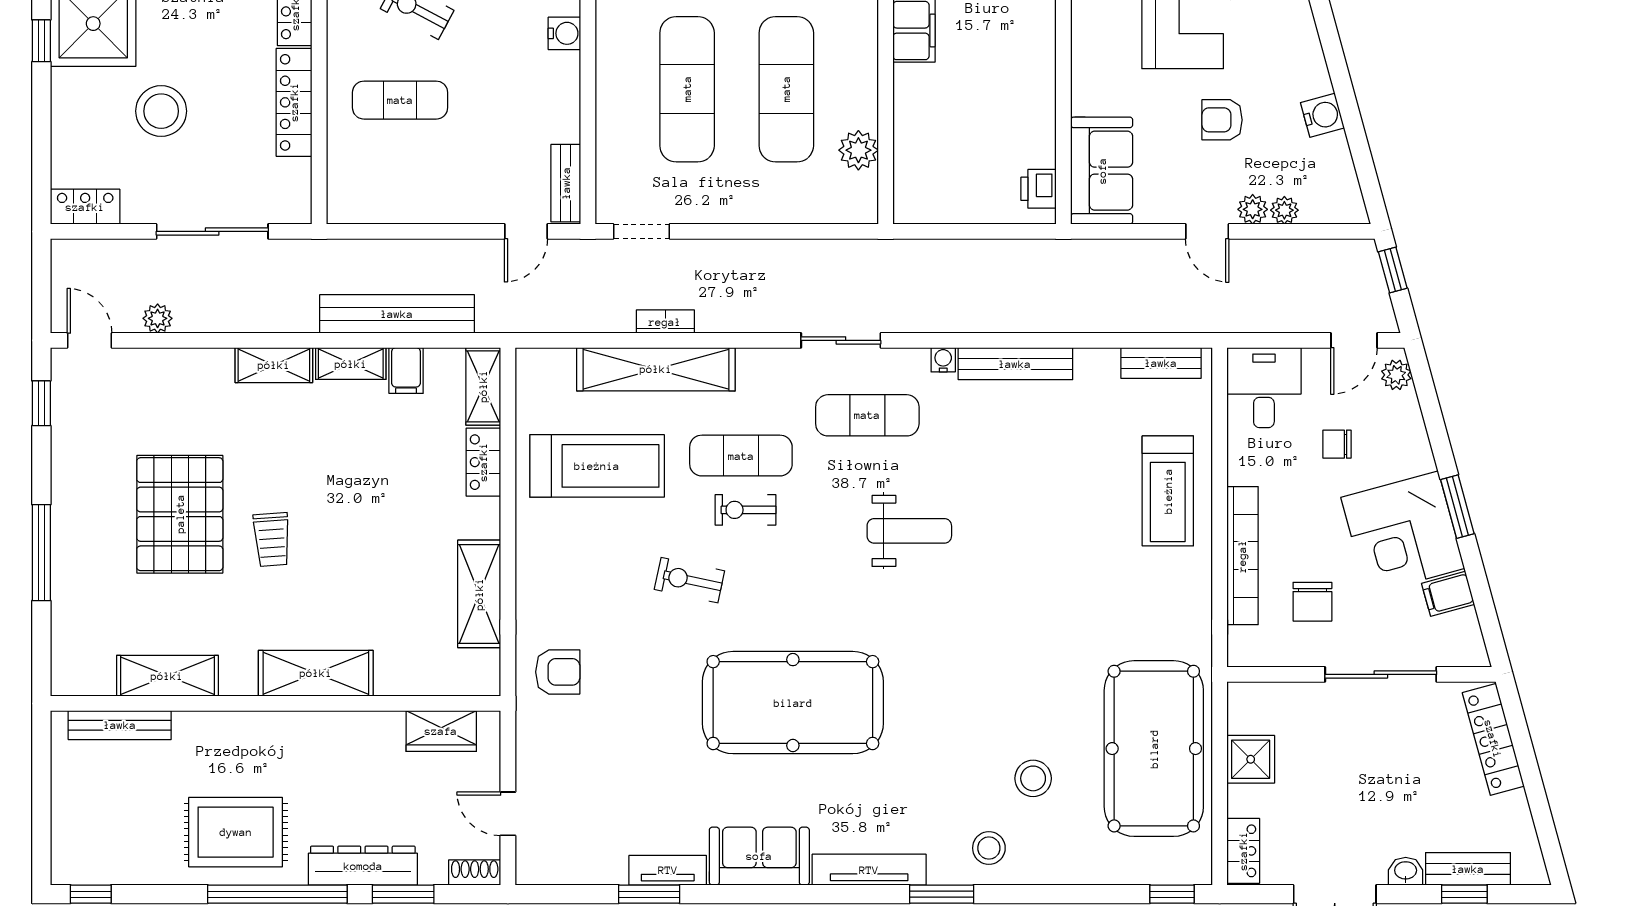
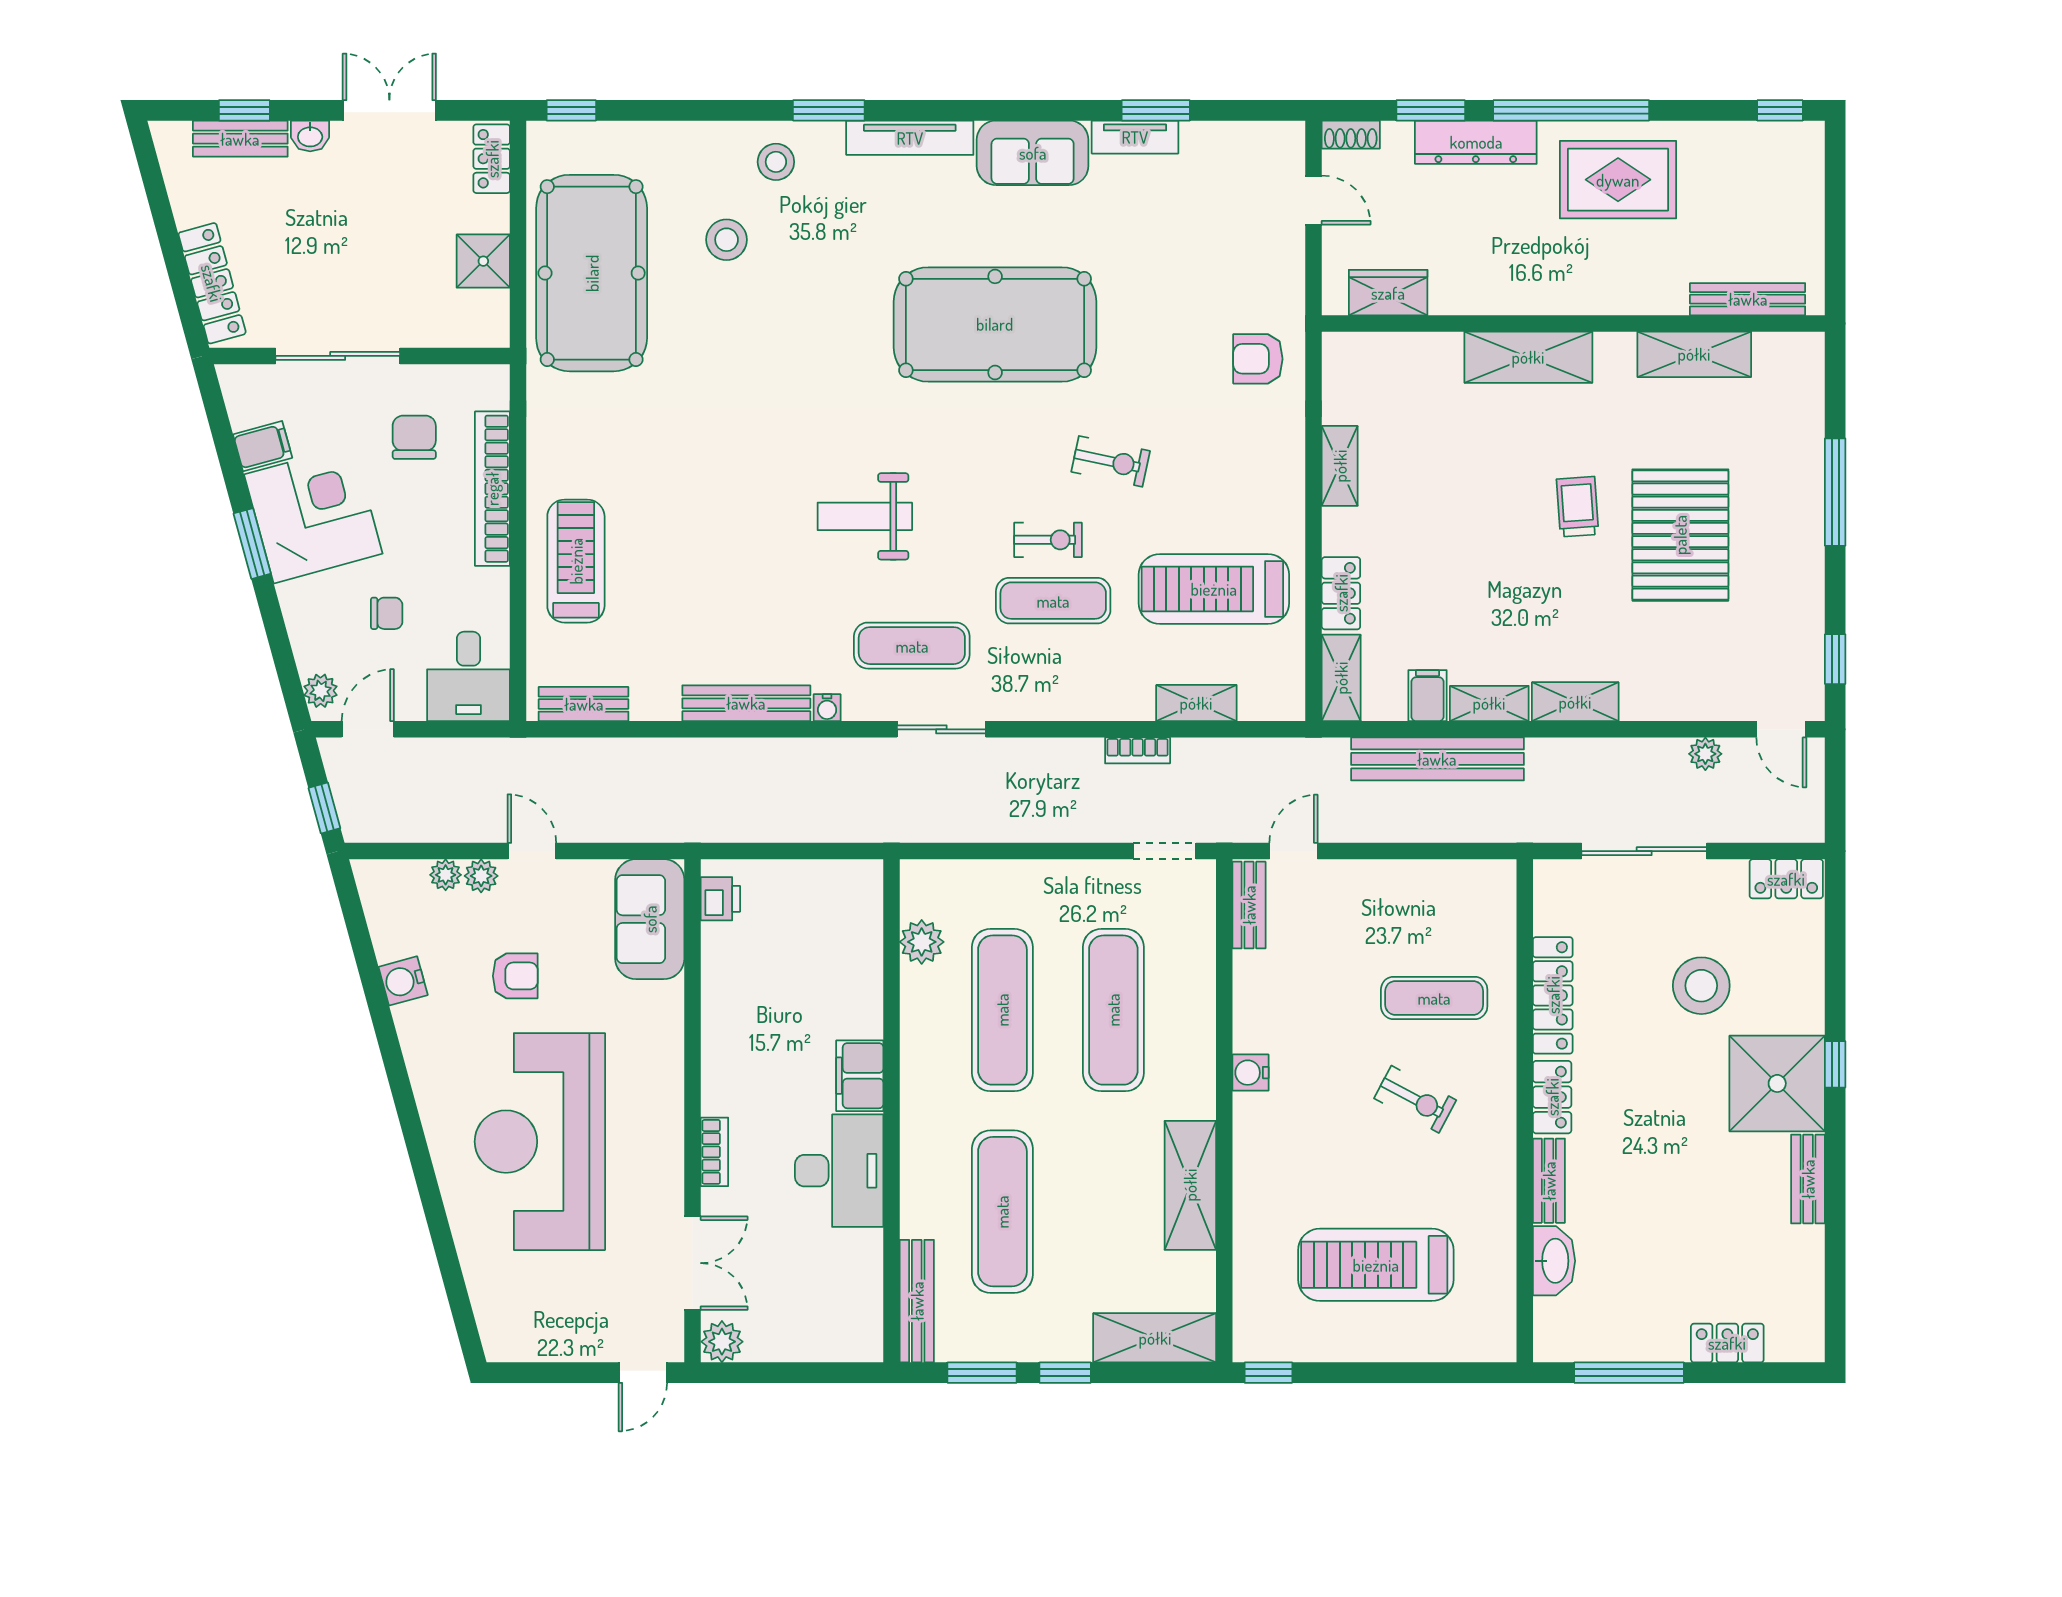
shelving: (656, 369) -> (1196, 703), width x0.45, depth x0.75
shelving: (479, 594) -> (1340, 466), width x0.67, depth x0.75

